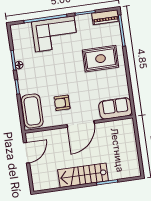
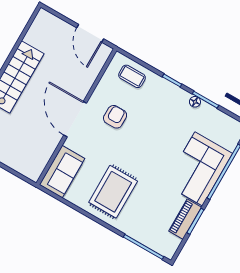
piano: (105, 17) -> (185, 219), moved
rug: (100, 59) -> (113, 192), moved
coffee table: (32, 111) -> (132, 76), width x0.54, depth x0.58

